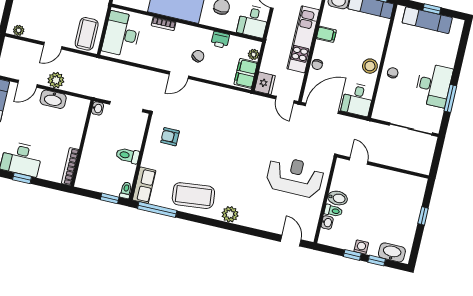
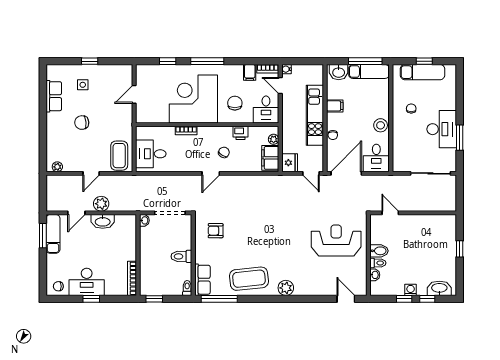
desk: (122, 34) -> (151, 154), width x0.73
chair: (393, 73) -> (411, 109), moved
window: (110, 198) -> (154, 299), moved

